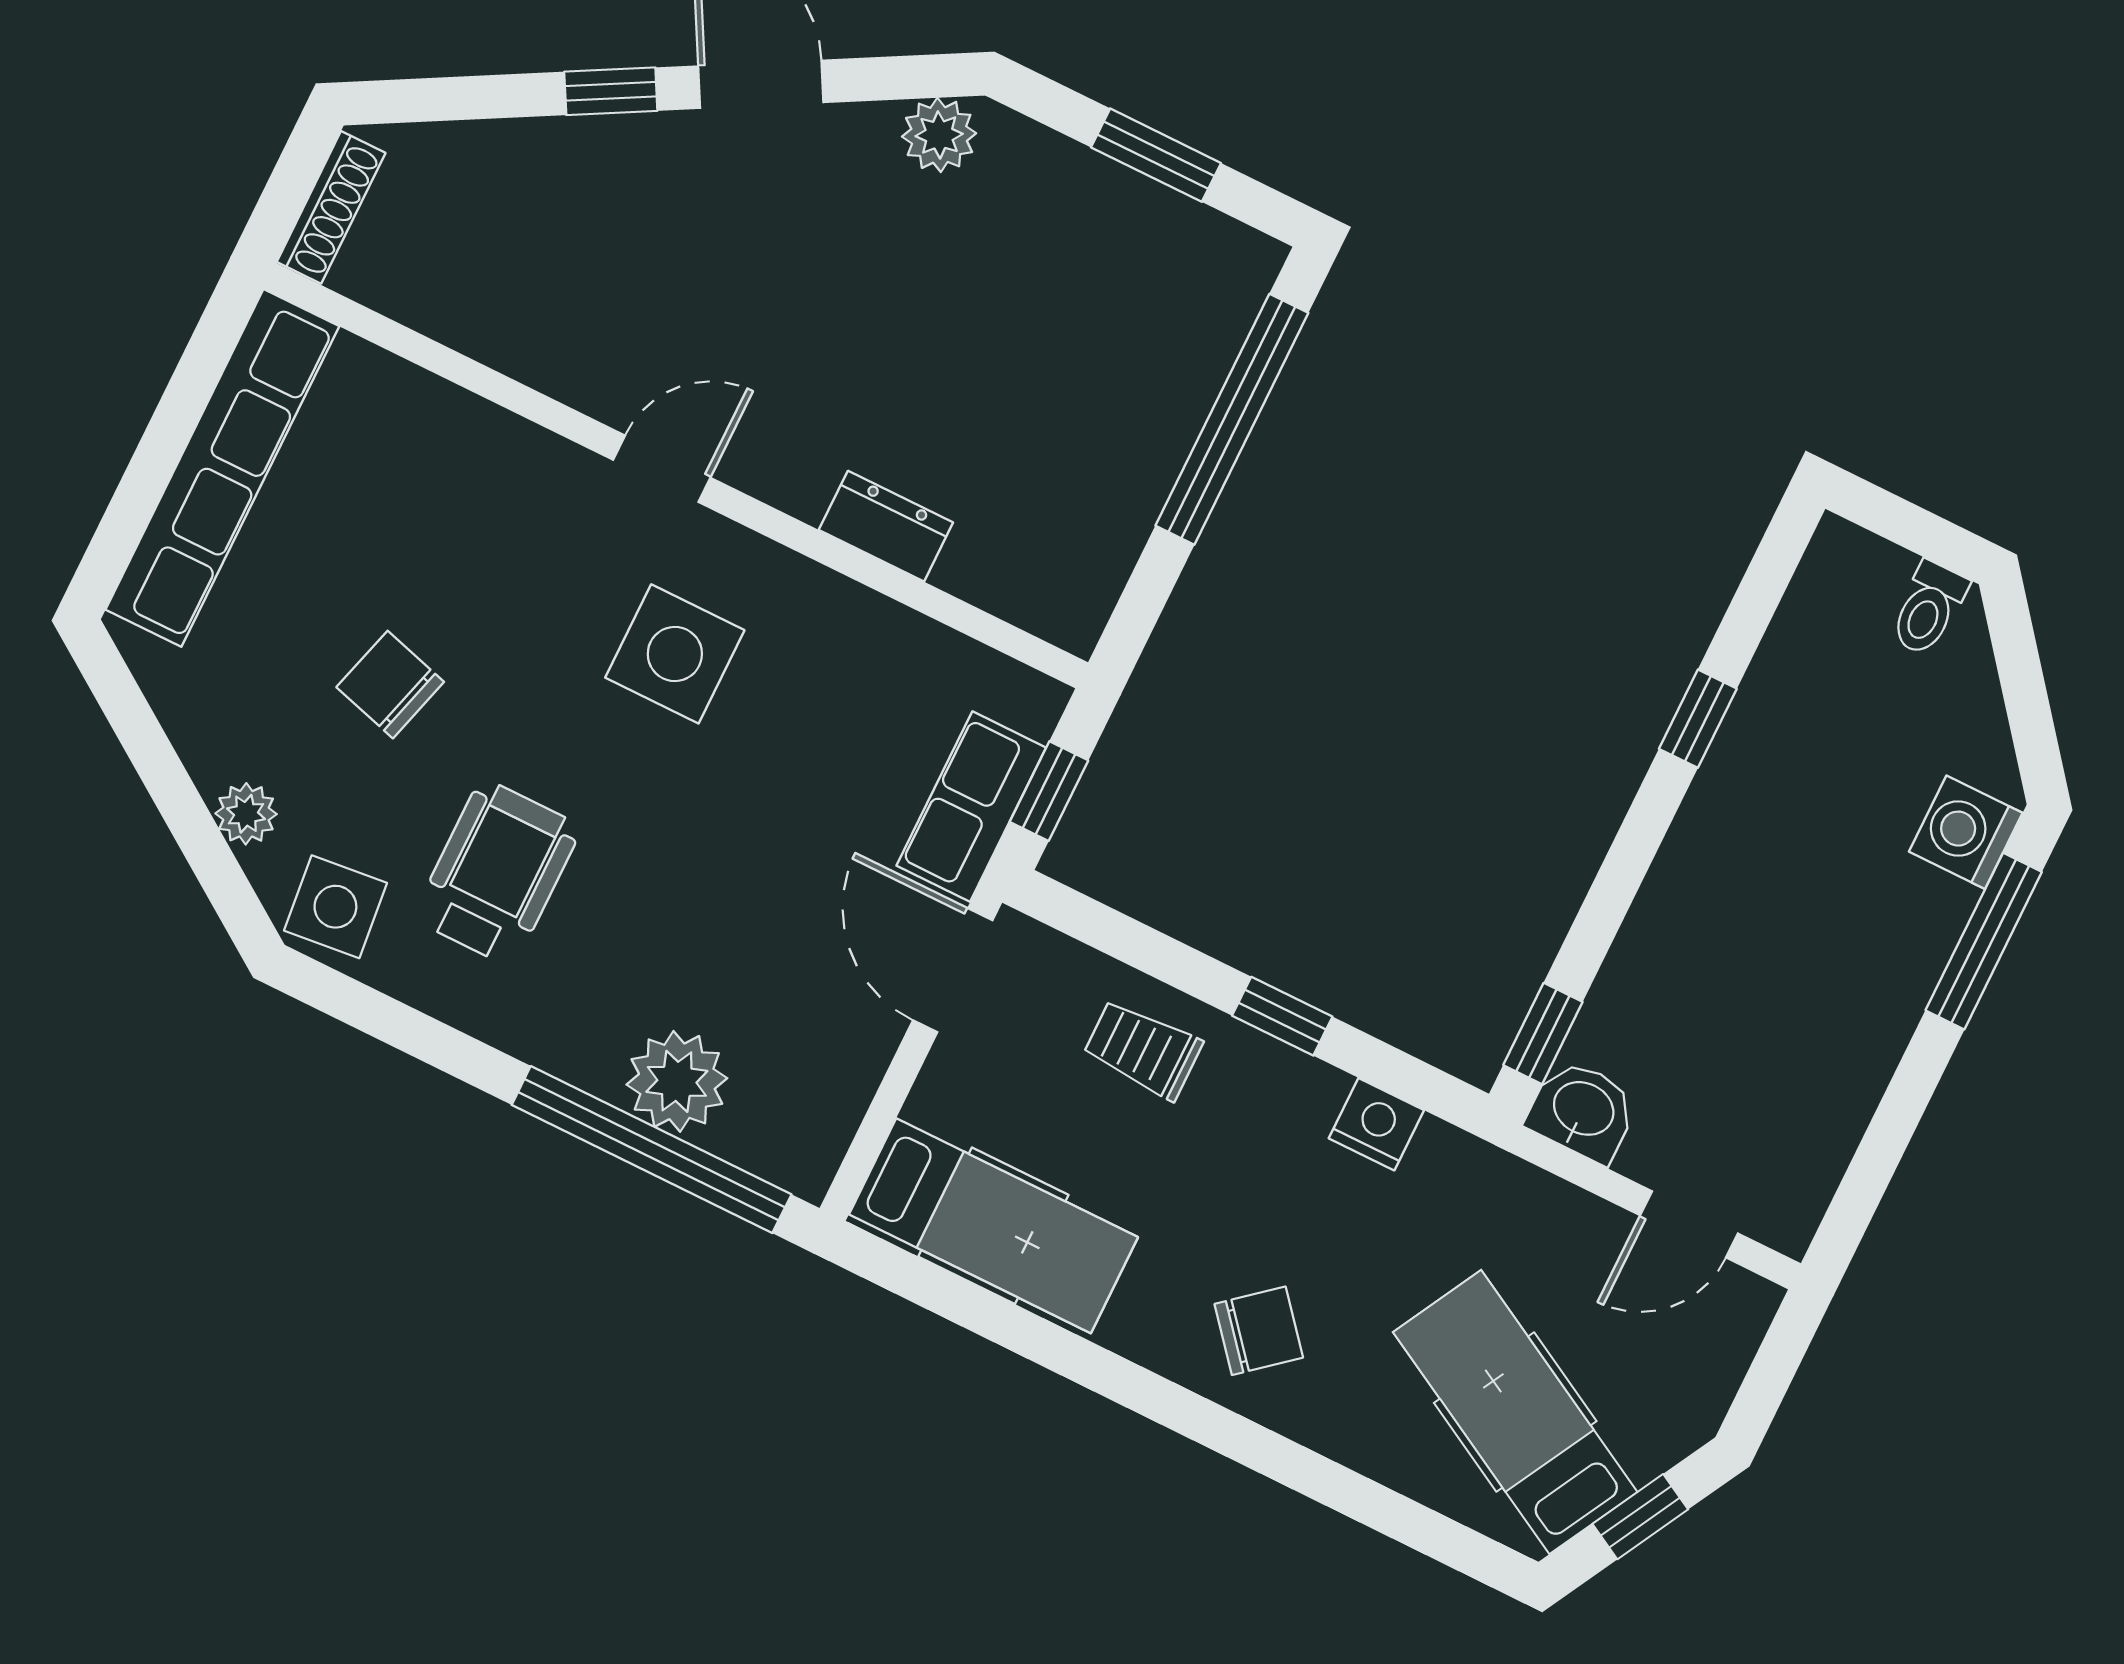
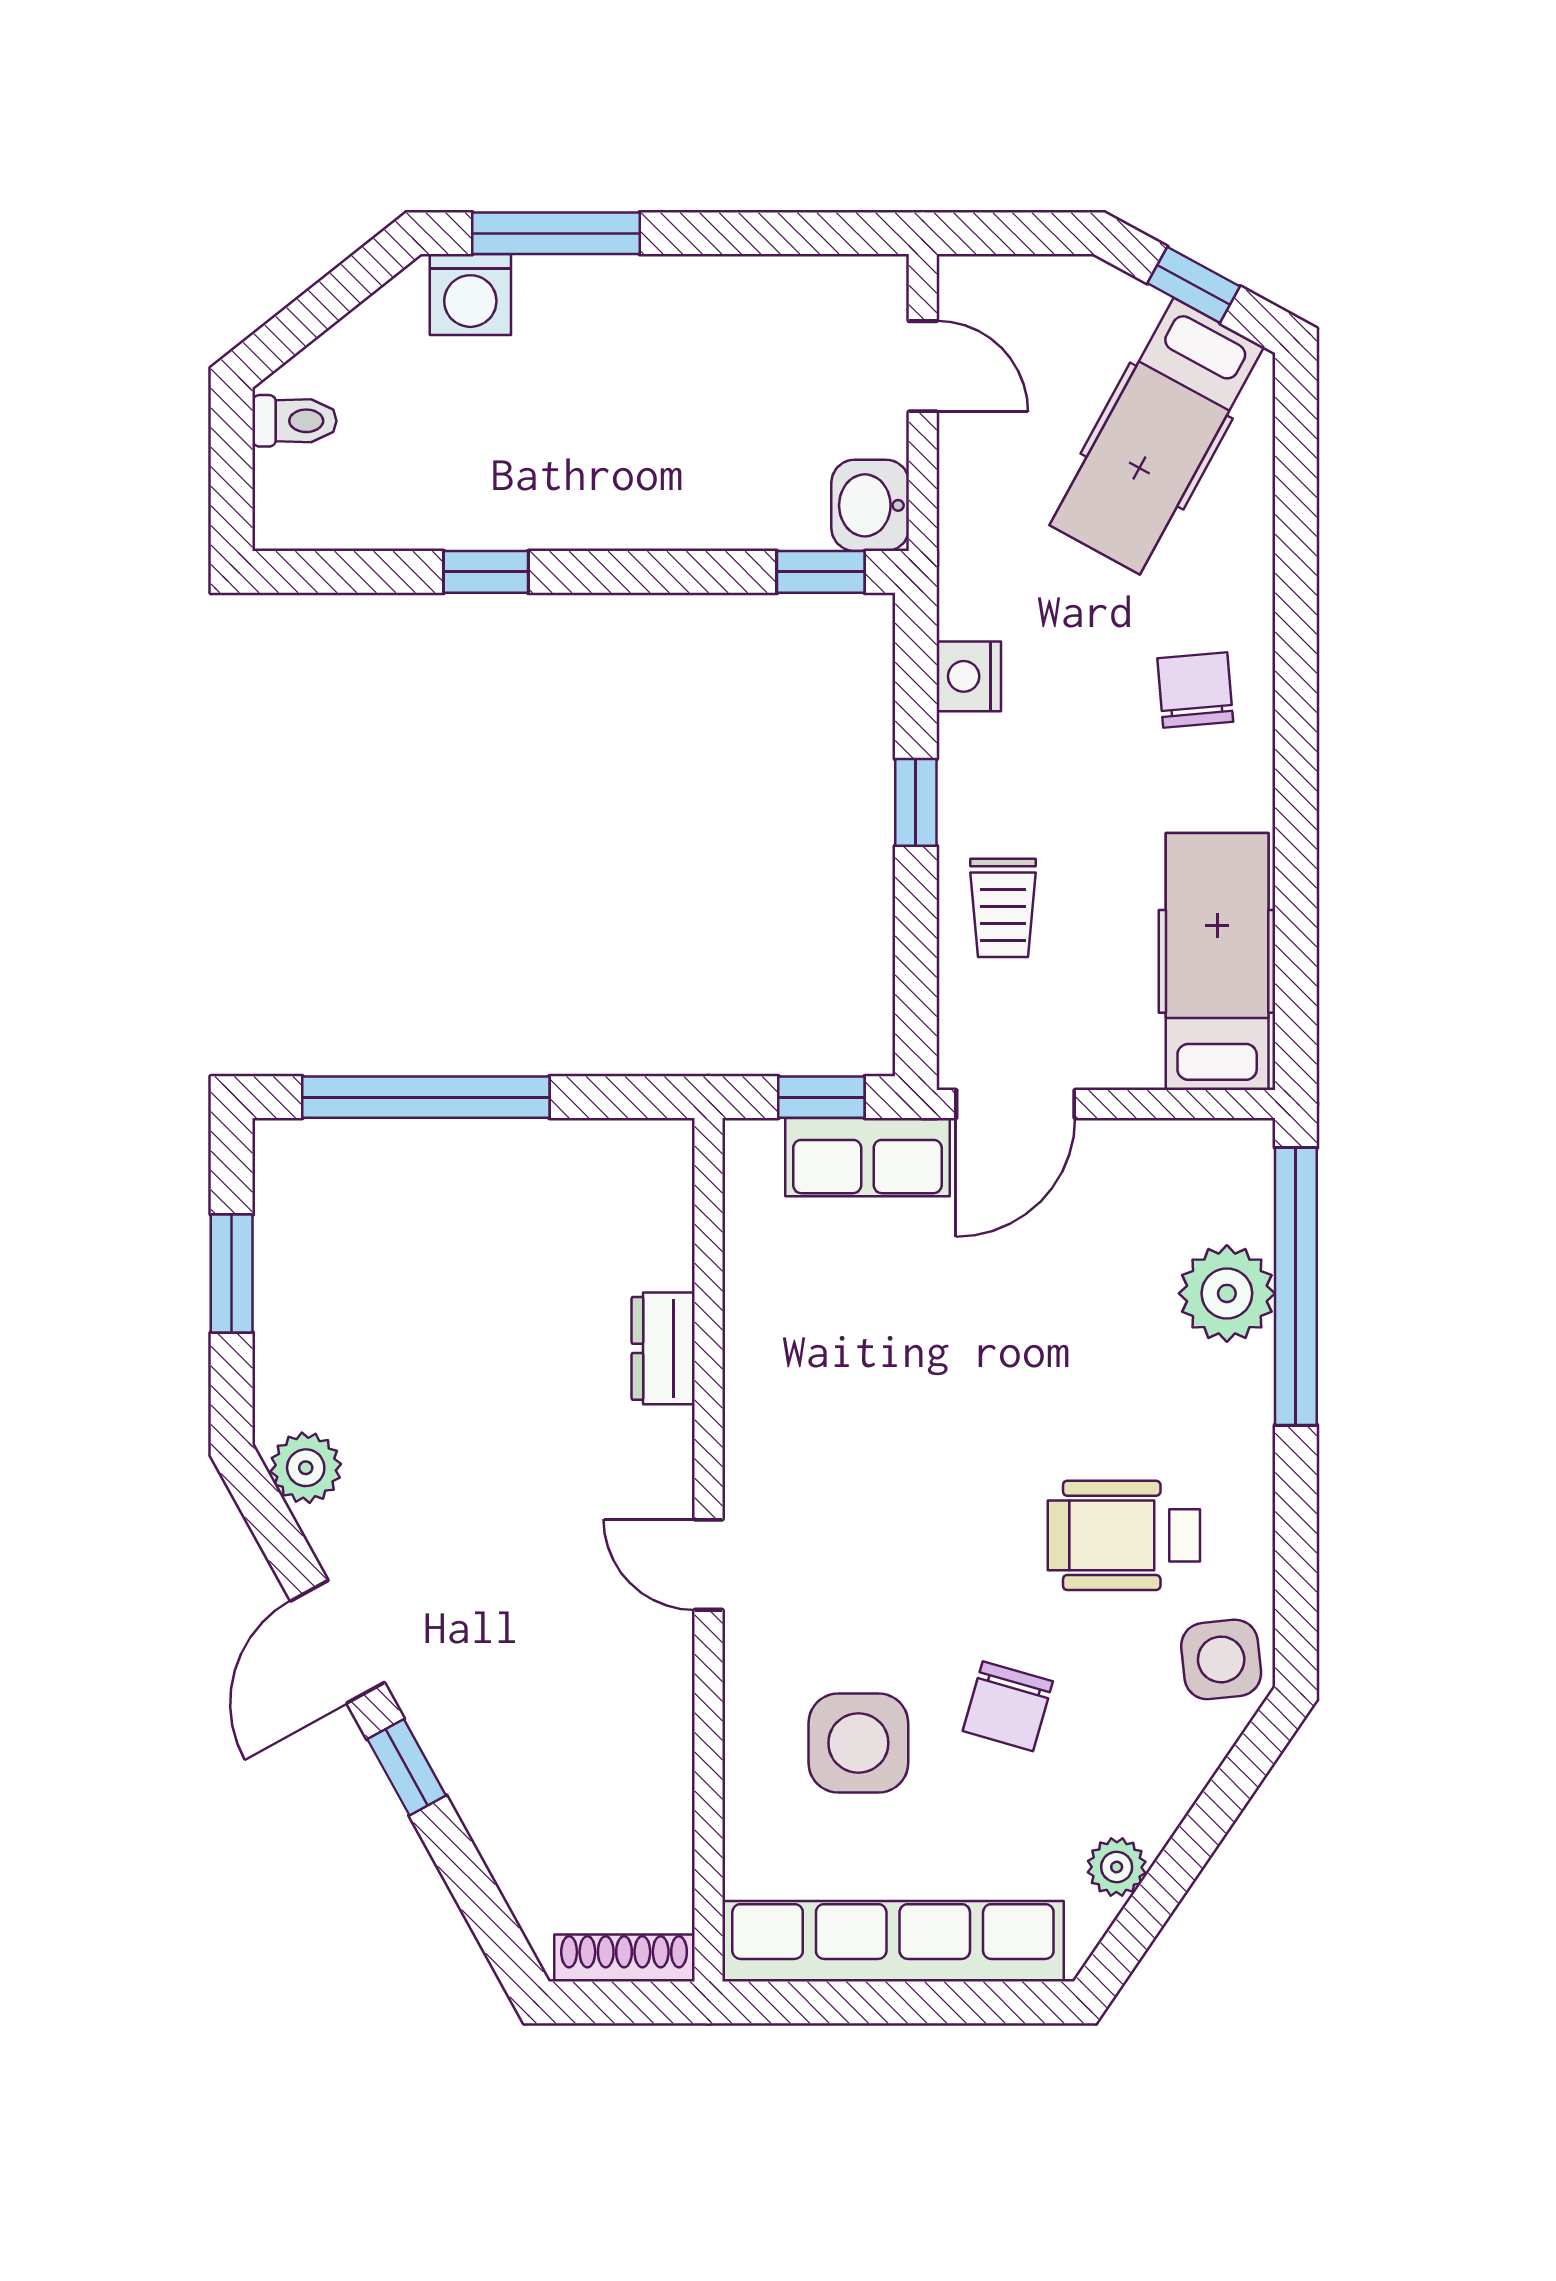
side table: (675, 654) -> (858, 1743), moved
plant: (246, 814) -> (1117, 1867), moved
chair: (1259, 1331) -> (1195, 690), turned 35

